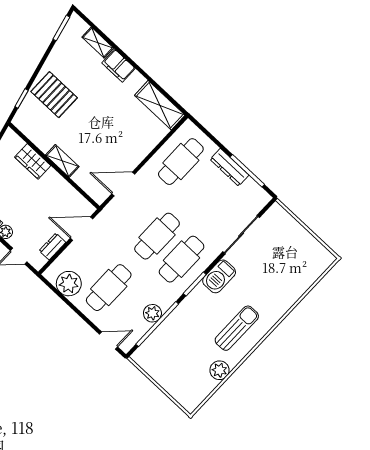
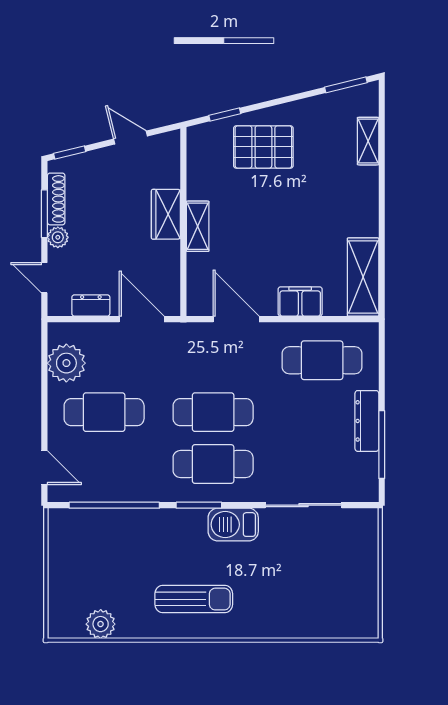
filing cabinet: (119, 66) -> (300, 301), moved, turned 90
pallet: (54, 95) -> (263, 147), turned 90
wardrobe: (33, 161) -> (166, 214), moved
plant: (152, 313) -> (121, 488), removed
plant: (219, 370) -> (101, 624), moved

